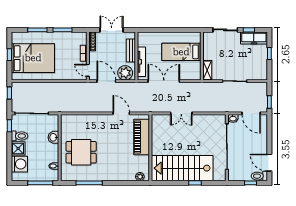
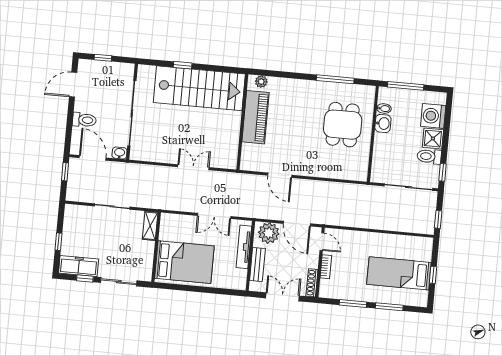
double door: (112, 30) -> (282, 297), swing flipped
bed: (181, 52) -> (184, 262), width x1.50
bed: (33, 58) -> (399, 273), width x0.67
double door: (164, 81) -> (214, 216), width x0.73
washbasin: (53, 137) -> (383, 123), moved
piano: (142, 137) -> (256, 117), moved
dining table: (81, 152) -> (343, 125), turned 90
door: (269, 163) -> (73, 85), swing flipped
toilet: (259, 176) -> (84, 120), moved

